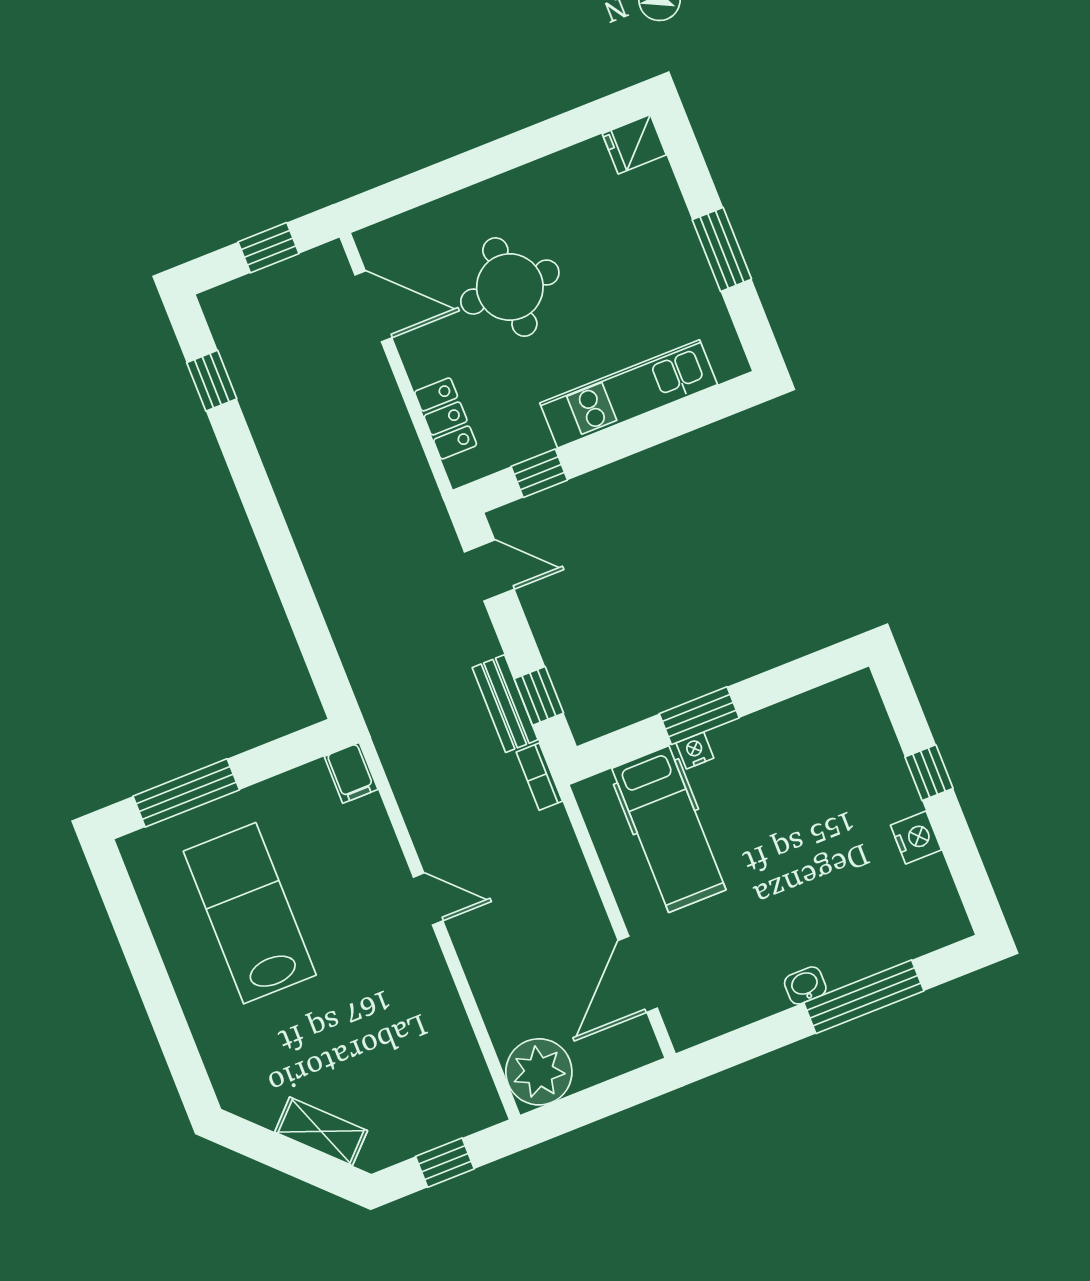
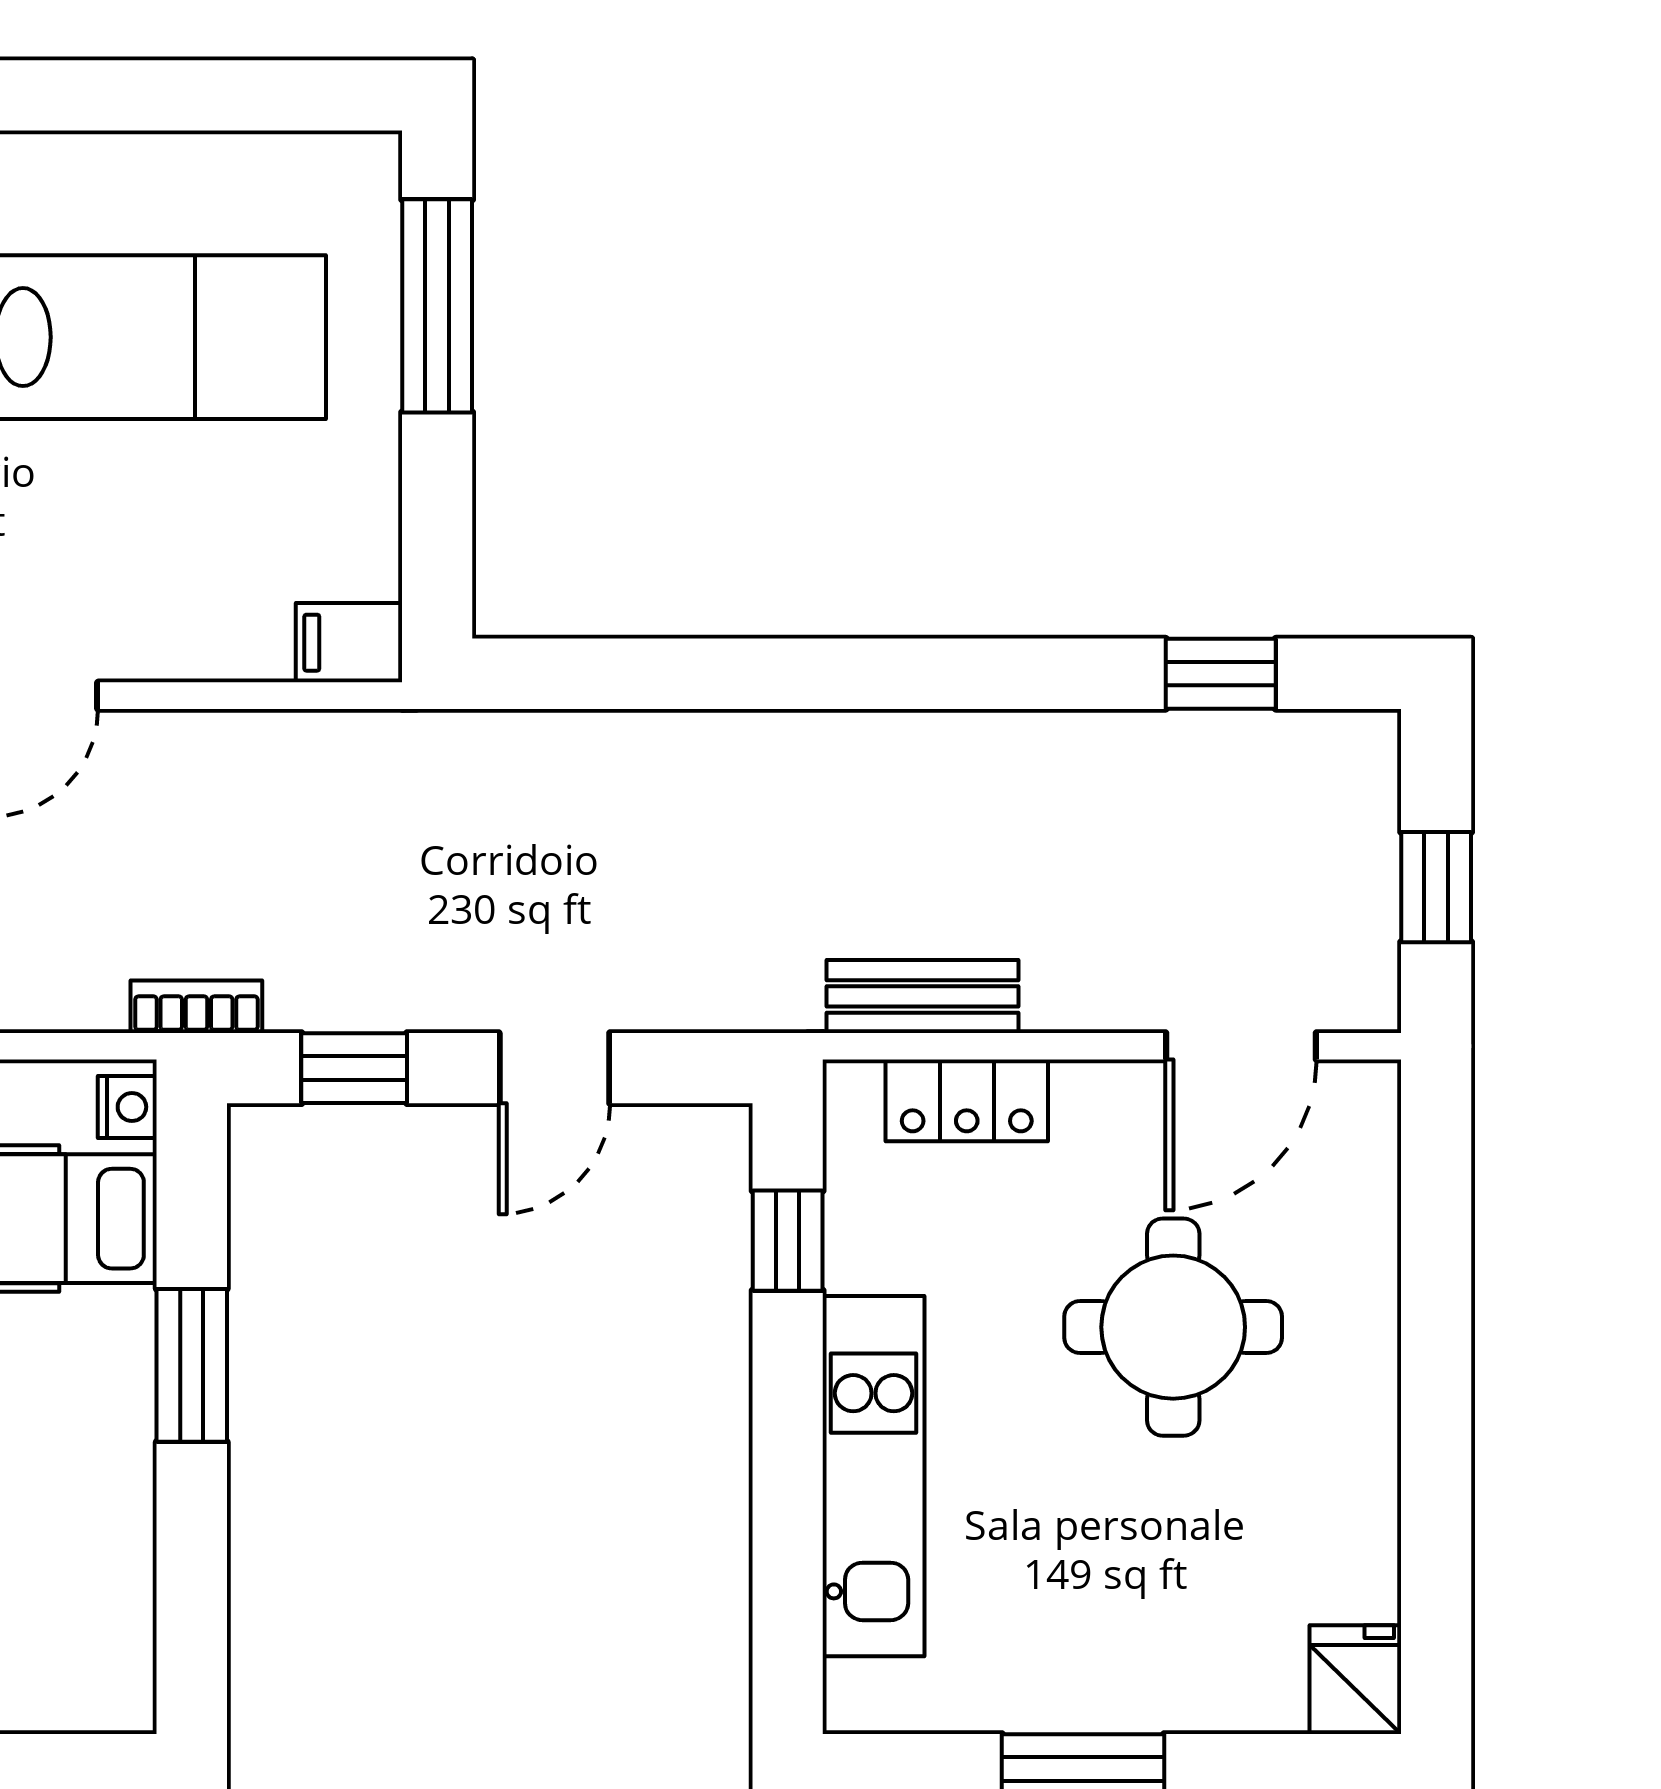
door: (489, 571) -> (554, 1068), moved
bench: (505, 704) -> (922, 996), moved
nightstand: (695, 750) -> (127, 1107), moved

